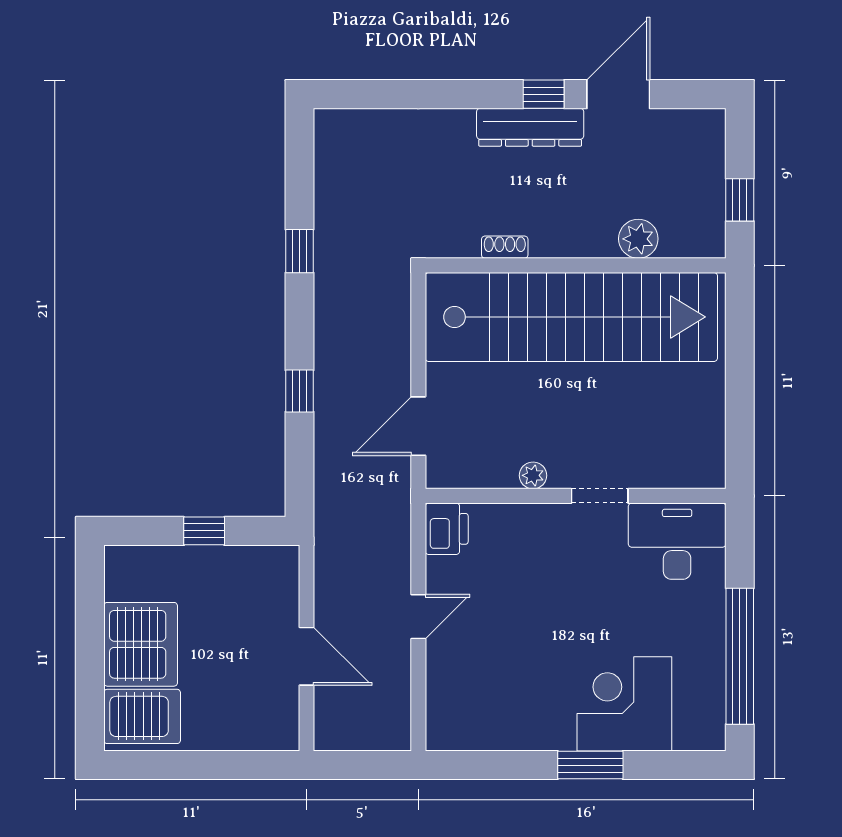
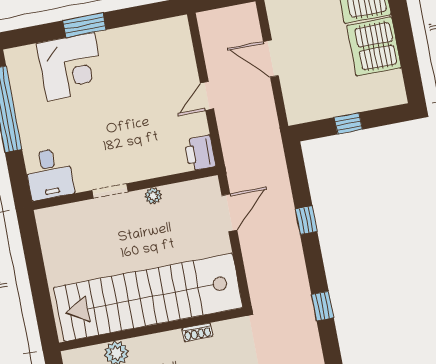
desk: (677, 541) -> (49, 174), width x0.73

